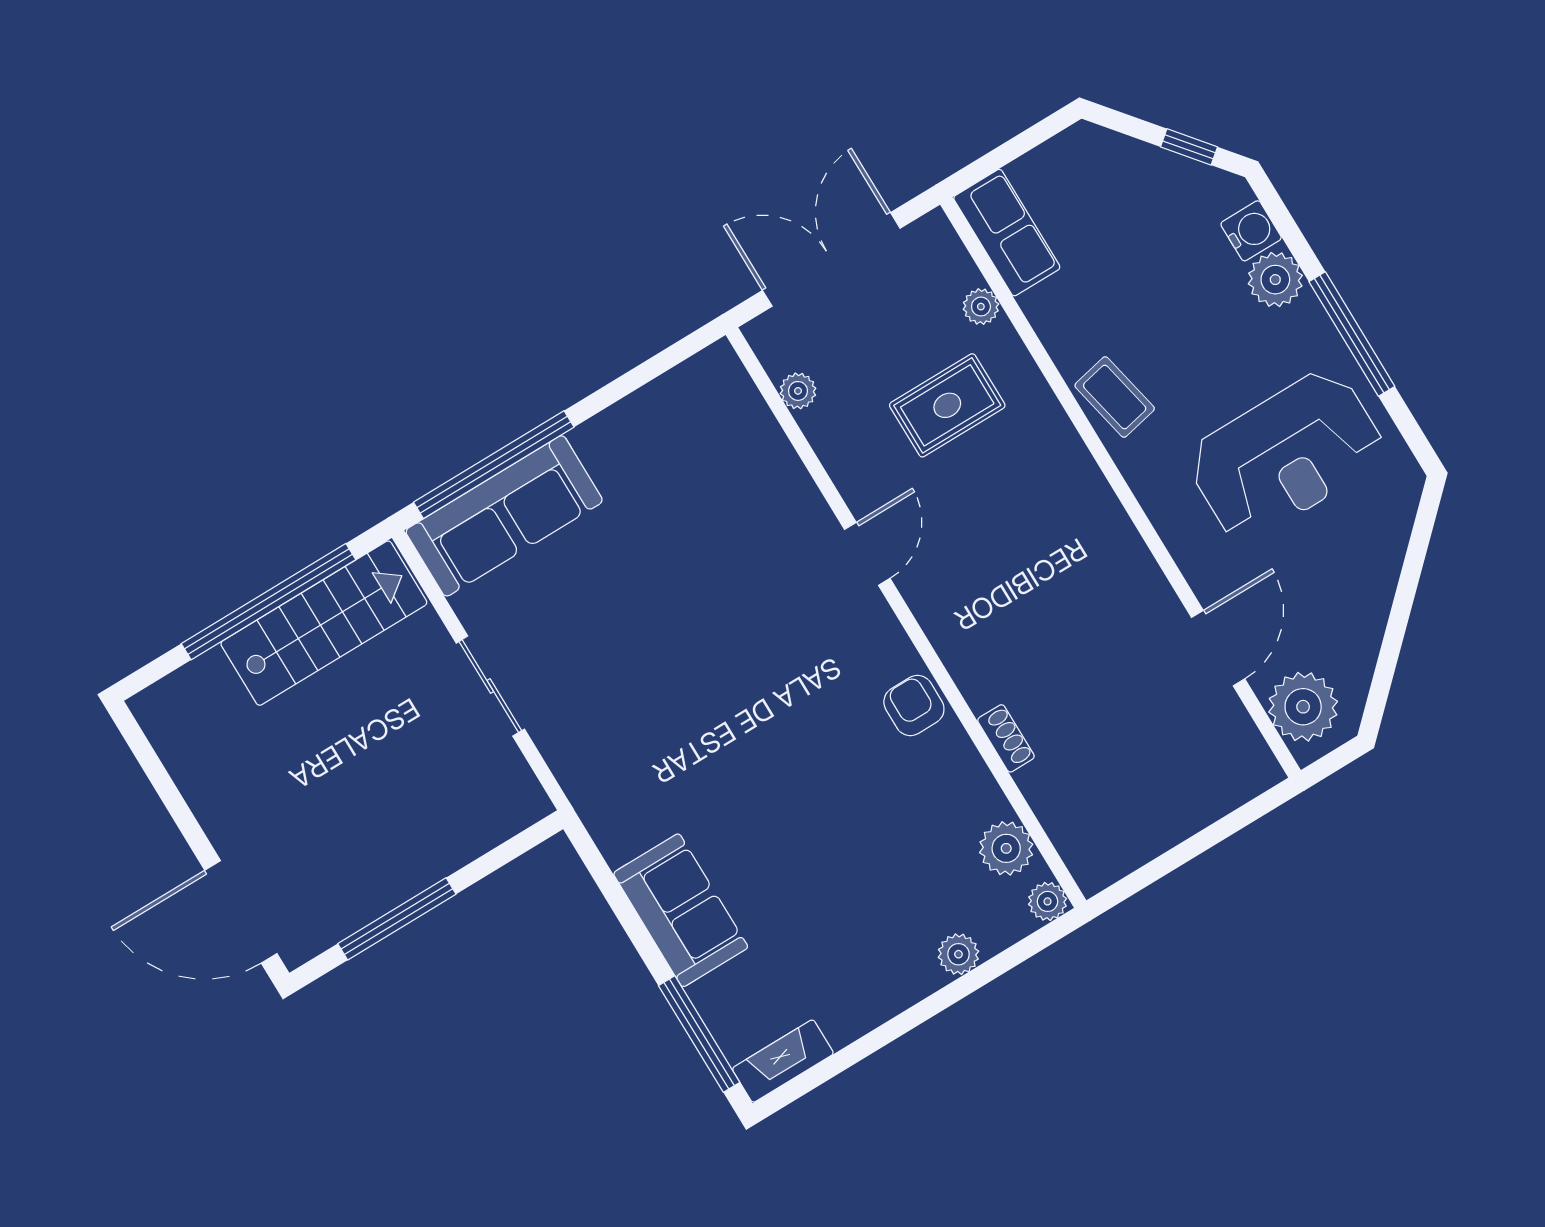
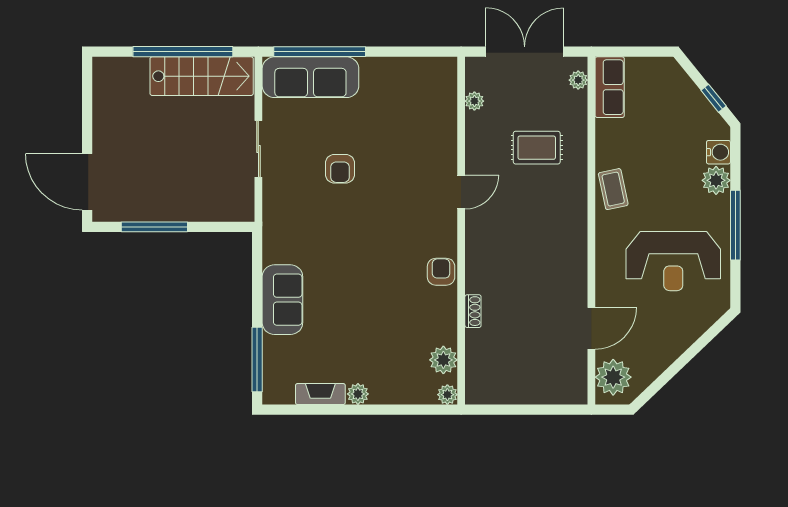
plant: (981, 307) -> (578, 80), moved
armchair: (644, 637) -> (340, 169), added
plant: (958, 954) -> (358, 394), moved
fireplace: (783, 1061) -> (320, 394), moved

